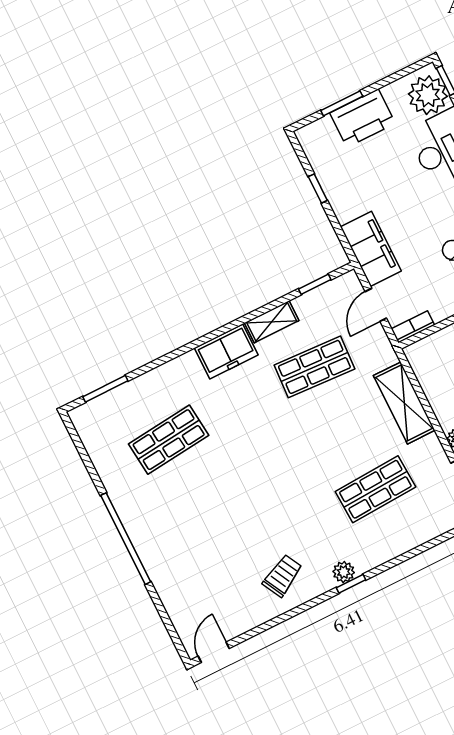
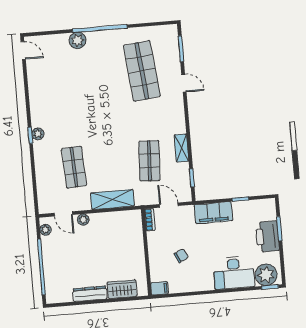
filing cabinet: (371, 249) -> (213, 213), moved
freezer: (226, 351) -> (175, 119), removed
door: (161, 361) -> (184, 83), added
shop shelf: (169, 440) -> (142, 71), width x1.43, depth x1.36
plant: (160, 568) -> (78, 40), added
trolley: (282, 576) -> (49, 102), removed

